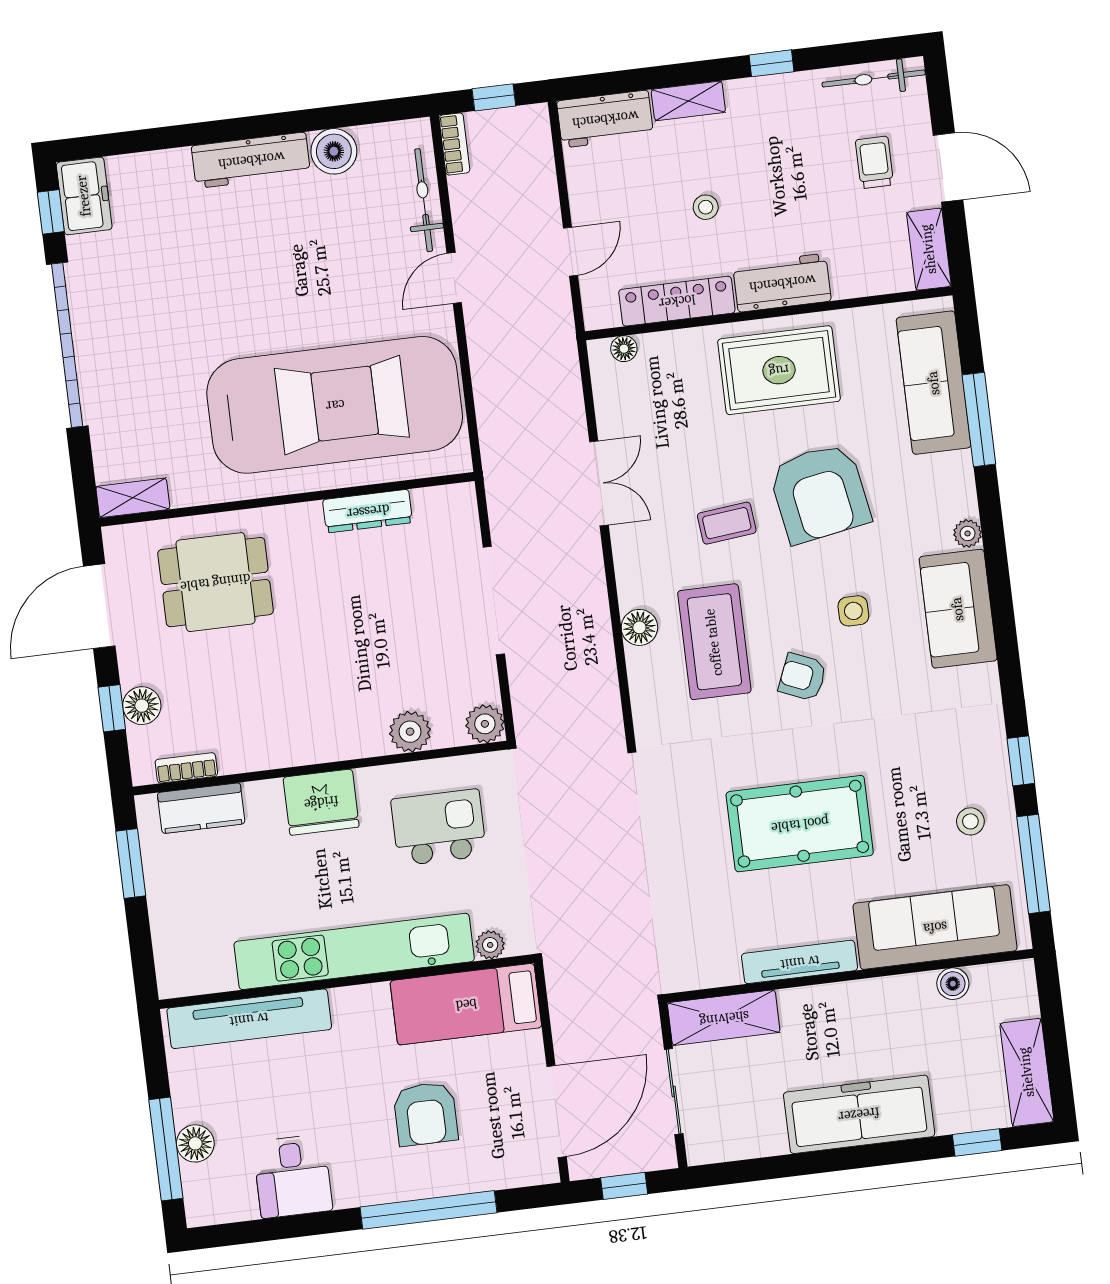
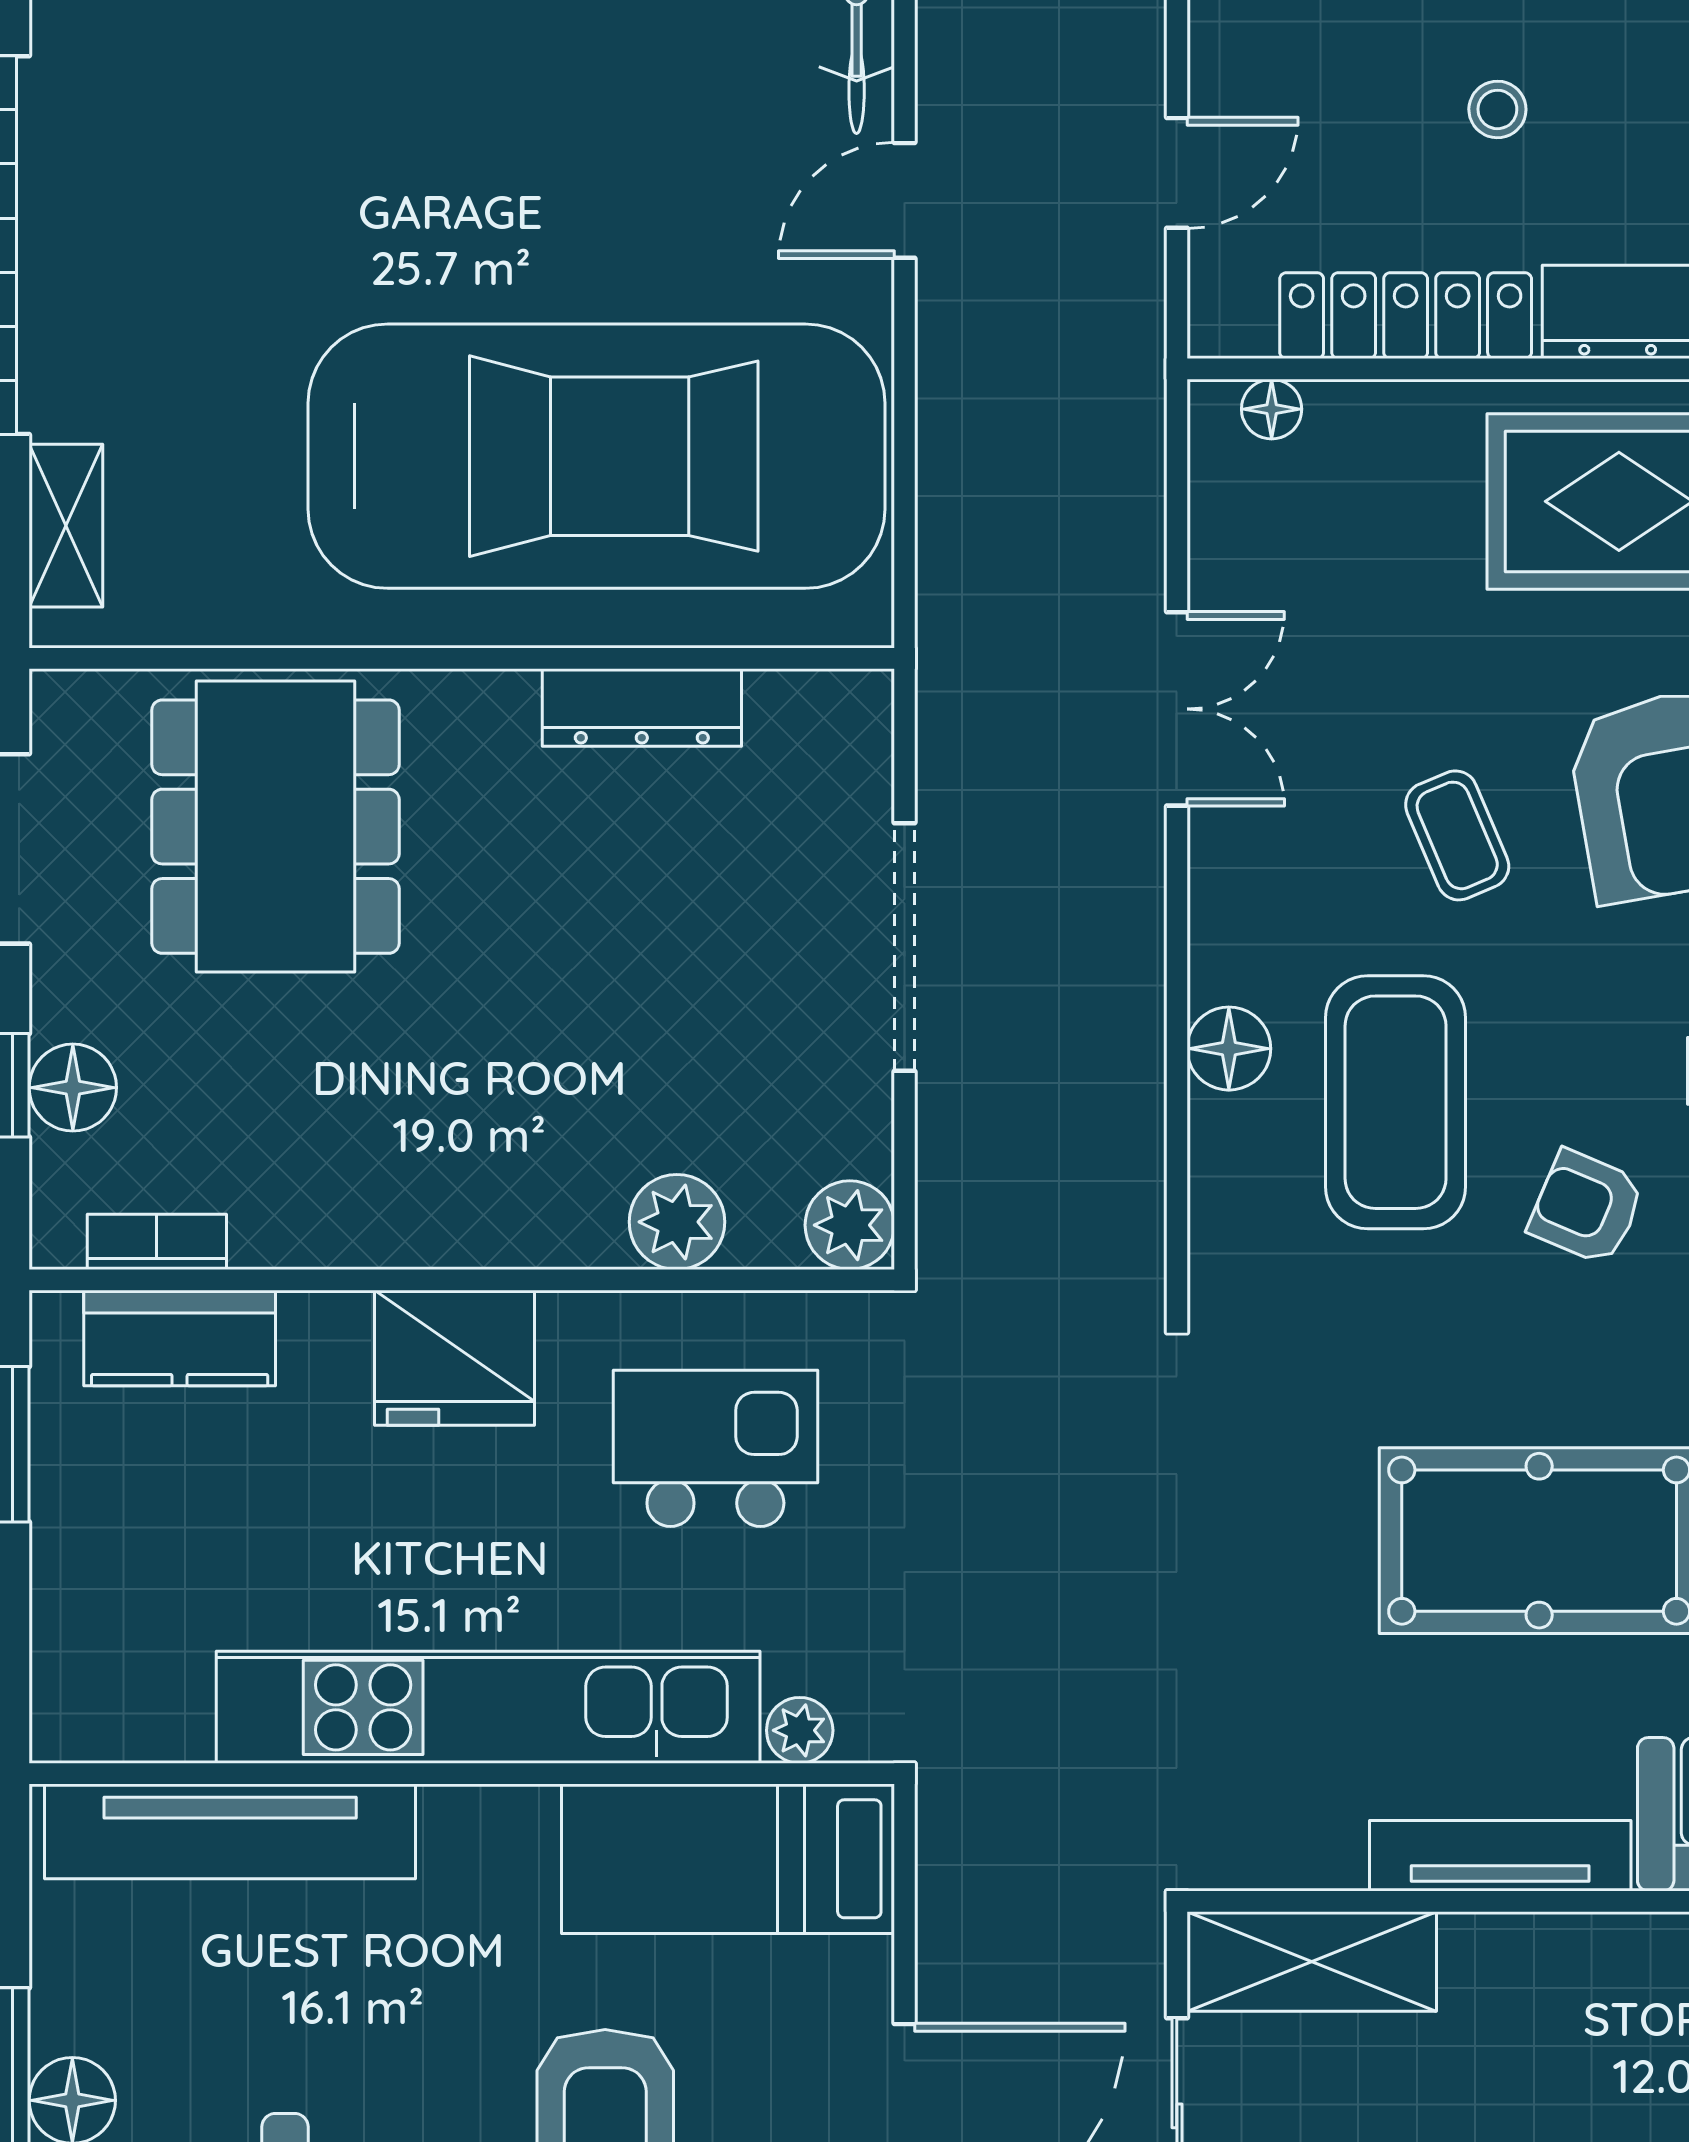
shelving: (133, 498) -> (66, 526), moved, turned 90
coffee table: (727, 523) -> (1457, 835), turned 73
dining table: (215, 582) -> (275, 827), width x1.38

